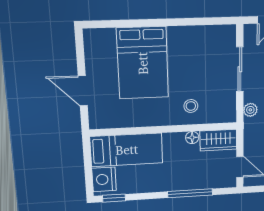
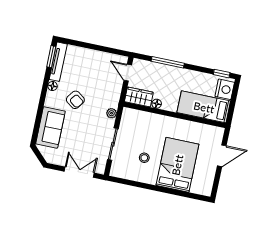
door: (83, 91) -> (222, 156), hinge flipped
stool: (191, 106) -> (144, 158), moved

